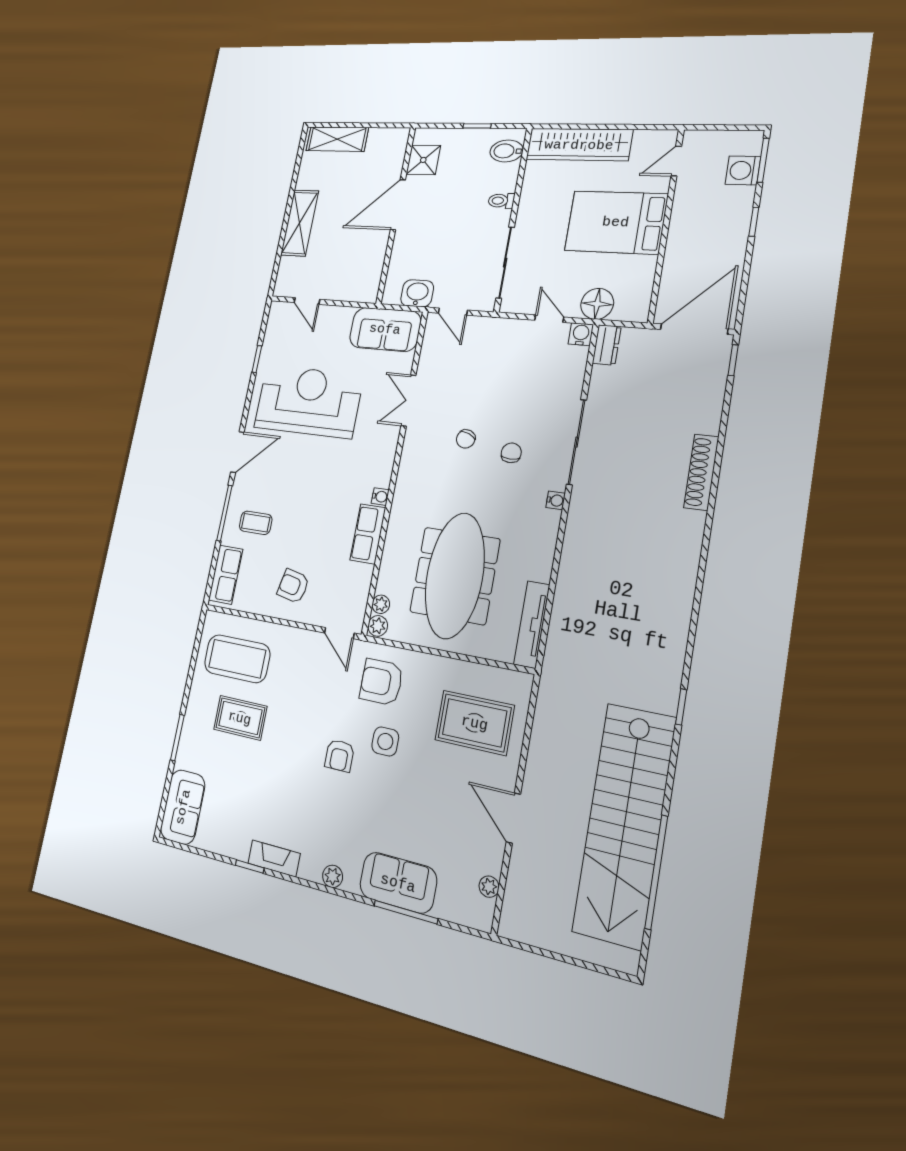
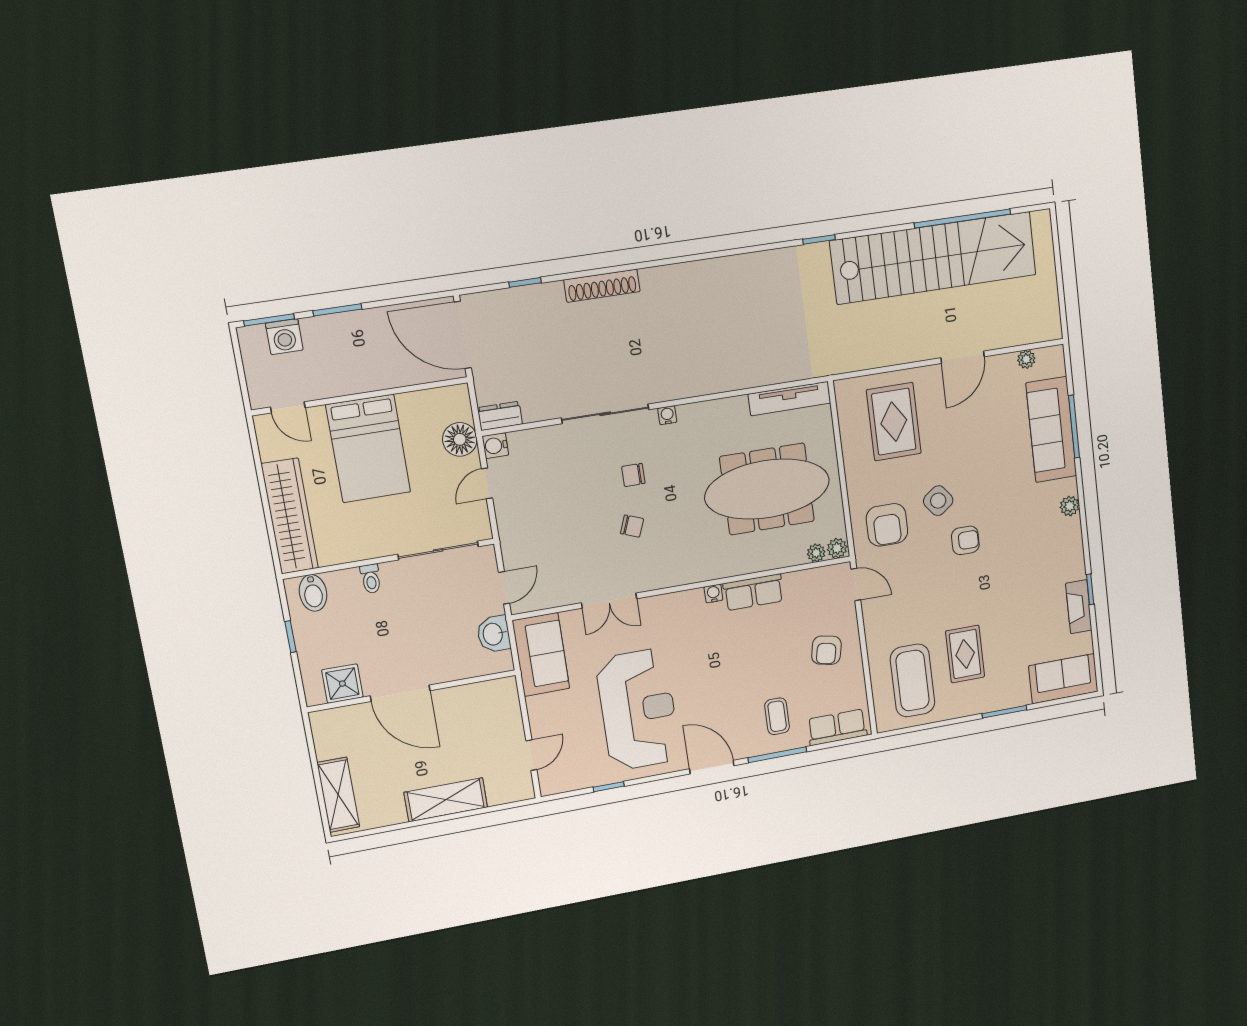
window: (754, 222) -> (337, 310), width x1.50
window: (733, 360) -> (525, 282), moved
reception desk: (308, 401) -> (638, 710), turned 180
door: (339, 633) -> (856, 584), hinge flipped
side table: (385, 741) -> (938, 501), turned -37
fireplace: (274, 858) -> (1079, 607), moved
sofa: (398, 883) -> (1051, 430), width x1.36

